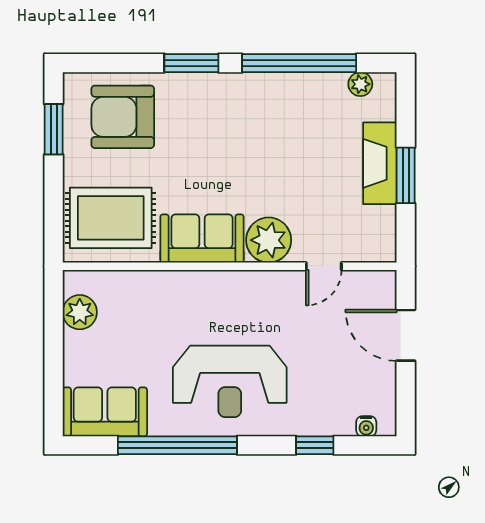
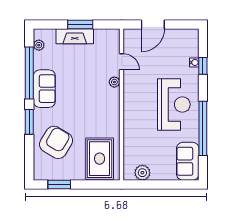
armchair: (123, 117) -> (56, 142), moved, turned -149
sofa: (202, 239) -> (44, 89), moved, turned 180
plant: (269, 240) -> (114, 82), width x0.53, depth x0.53
water cooler: (366, 426) -> (194, 62), moved

